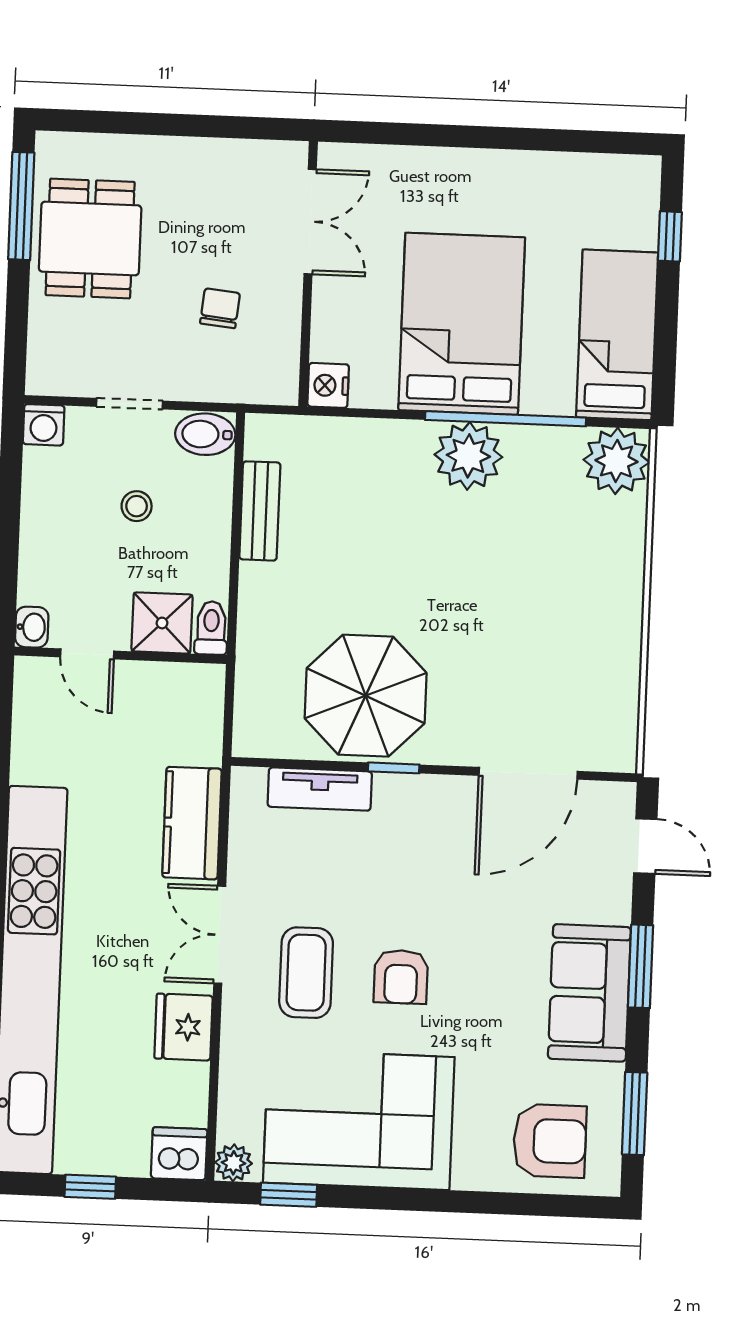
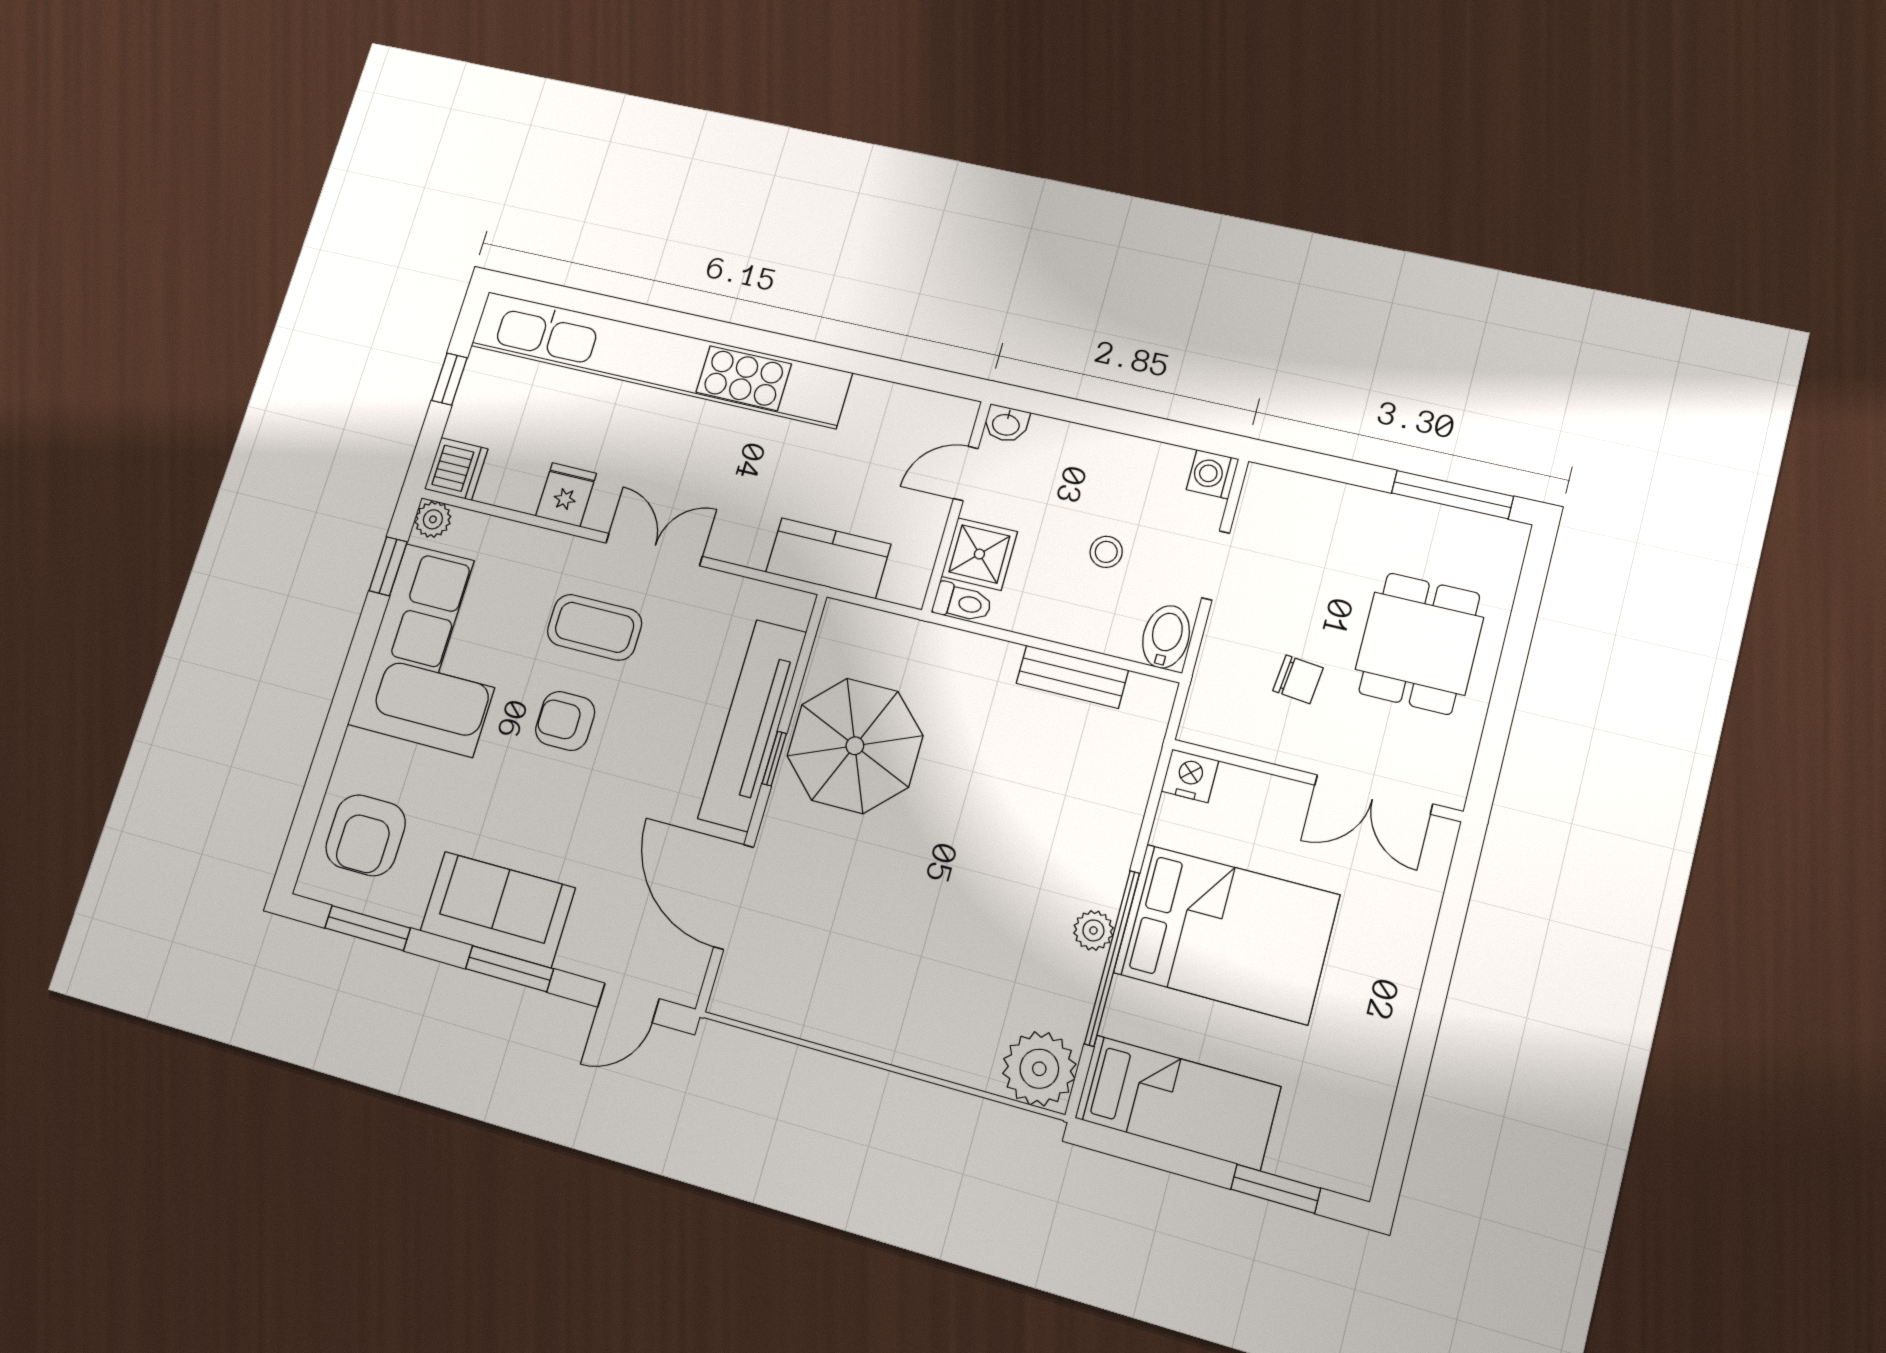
window: (670, 236) -> (1276, 1189), width x1.50
dining table: (90, 238) -> (1419, 643), moved, turned 90
plant: (468, 456) -> (1093, 930), width x0.53, depth x0.53
tv unit: (320, 789) -> (752, 725), width x1.92, depth x1.29
kitchen counter: (192, 823) -> (828, 558), moved
fridge: (183, 1027) -> (566, 495), width x0.72

